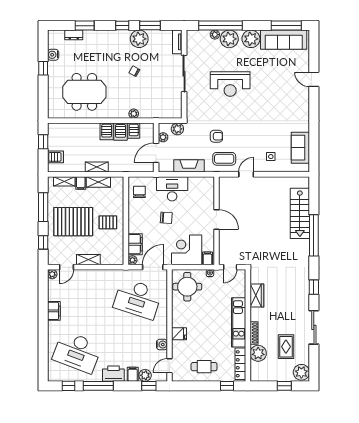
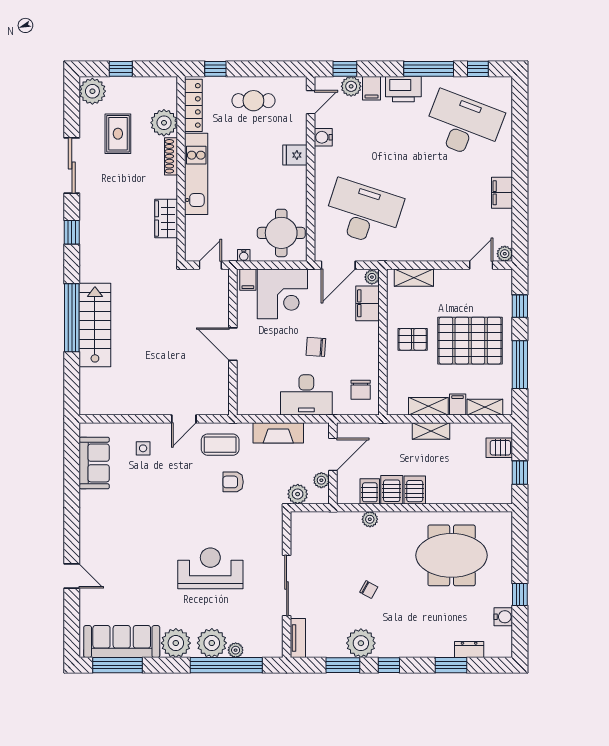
stairs: (300, 213) -> (95, 325), moved
shelving: (88, 260) -> (414, 278), moved

